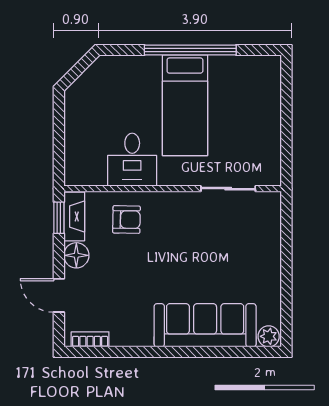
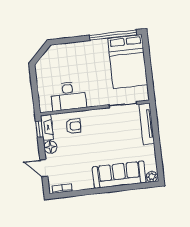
window: (190, 50) -> (113, 35), moved
bed: (185, 105) -> (128, 62), moved, width x1.50
desk: (132, 160) -> (68, 96), width x1.37
tv unit: (270, 232) -> (147, 124), added

